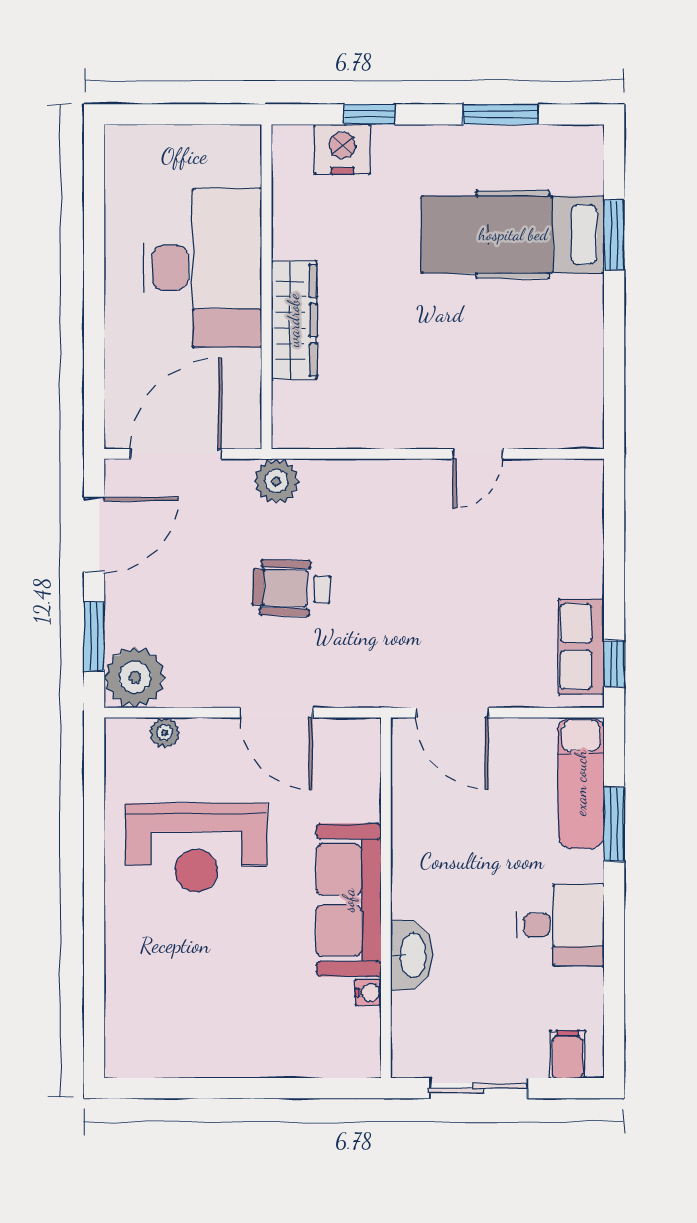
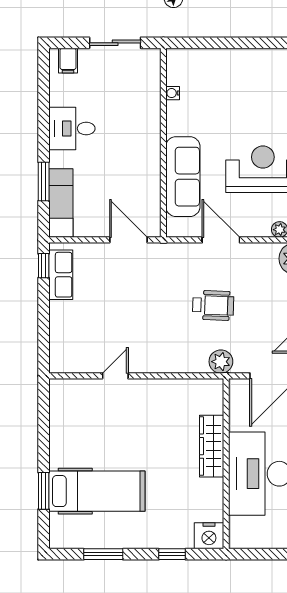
nightstand: (342, 149) -> (209, 536), moved
sofa: (349, 900) -> (183, 177), moved
washbasin: (412, 955) -> (150, 113), removed

